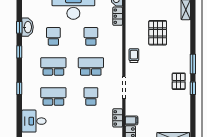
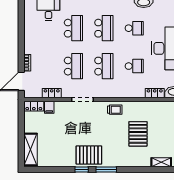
pallet: (158, 33) -> (138, 134), turned 90
pallet: (179, 81) -> (89, 155), width x1.50, depth x1.42
school desk: (91, 96) -> (73, 66), width x1.85

